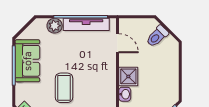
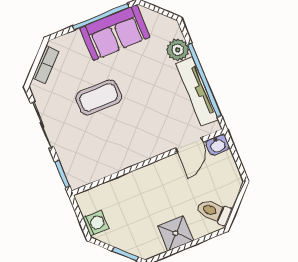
toilet: (157, 36) -> (214, 212), moved
shower: (128, 76) -> (175, 233), moved
washbasin: (125, 94) -> (218, 145), moved

